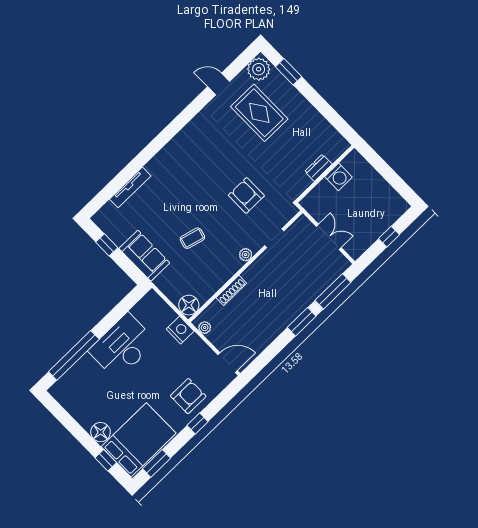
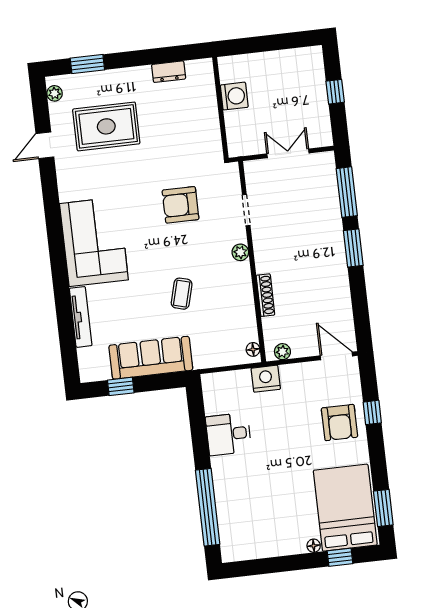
plant: (259, 69) -> (55, 93), width x0.53, depth x0.53
corner sofa: (183, 160) -> (94, 242), added
dresser: (318, 168) -> (169, 72), moved, turned -90
sofa: (144, 256) -> (151, 358), width x1.36
floor lamp: (189, 305) -> (253, 349), width x0.53, depth x0.53
desk: (122, 346) -> (228, 434), width x0.53, depth x0.77
door: (228, 363) -> (336, 356), hinge flipped
armchair: (188, 396) -> (339, 423), turned 180
window: (197, 423) -> (372, 412), moved
floor lamp: (101, 432) -> (314, 546), width x0.53, depth x0.53

